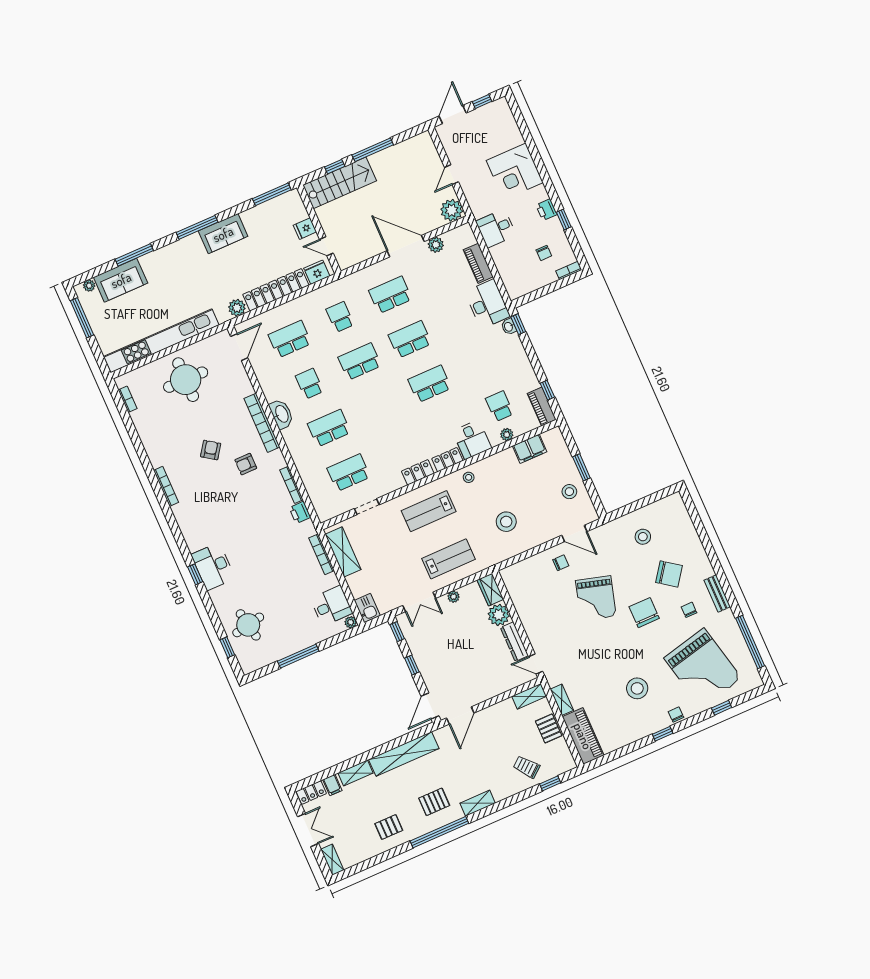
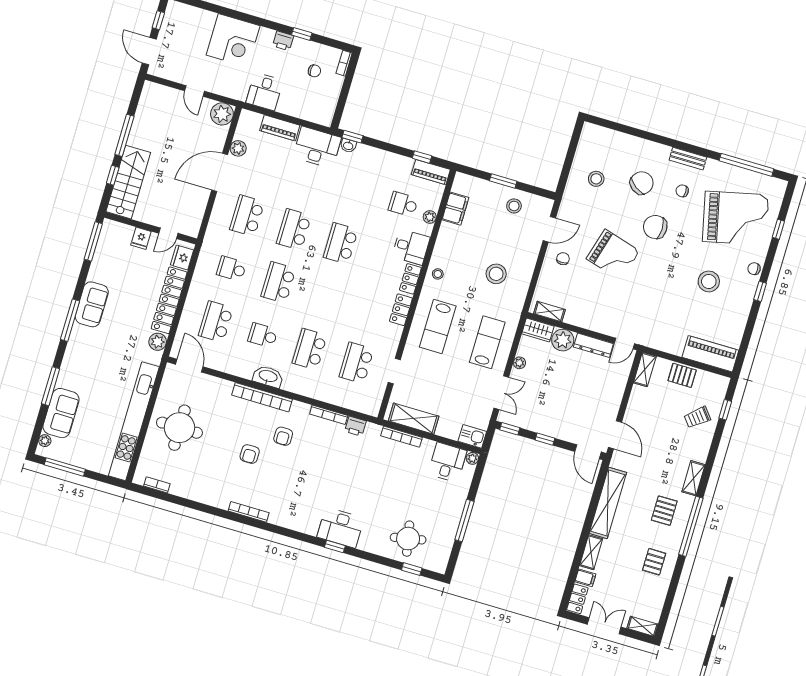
armchair: (211, 450) -> (250, 454), turned -125
shelving: (562, 700) -> (549, 312), moved

